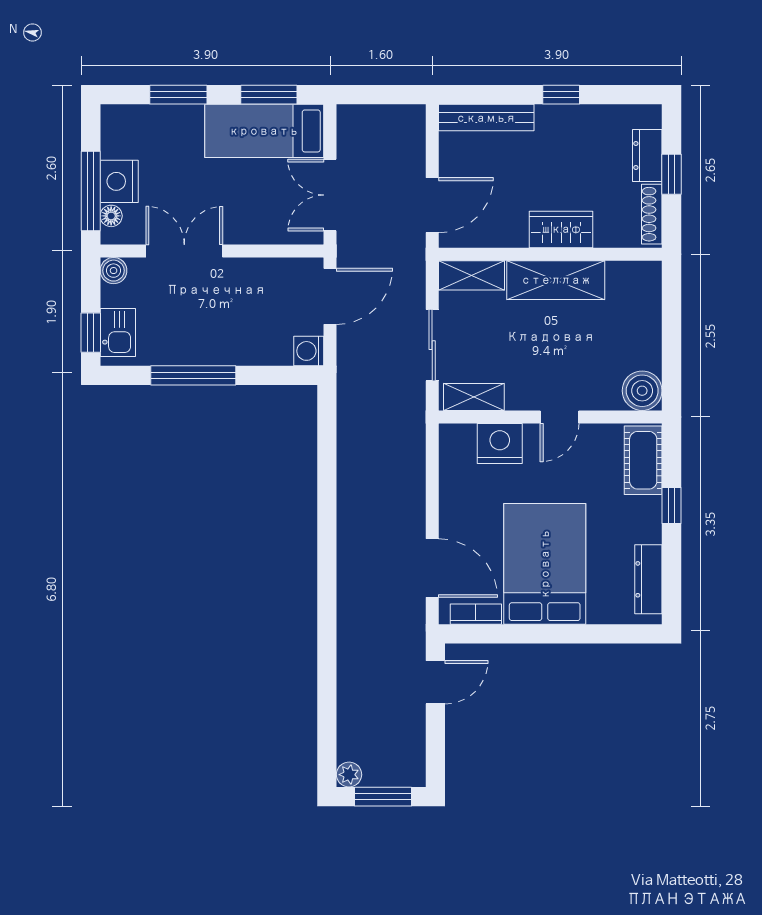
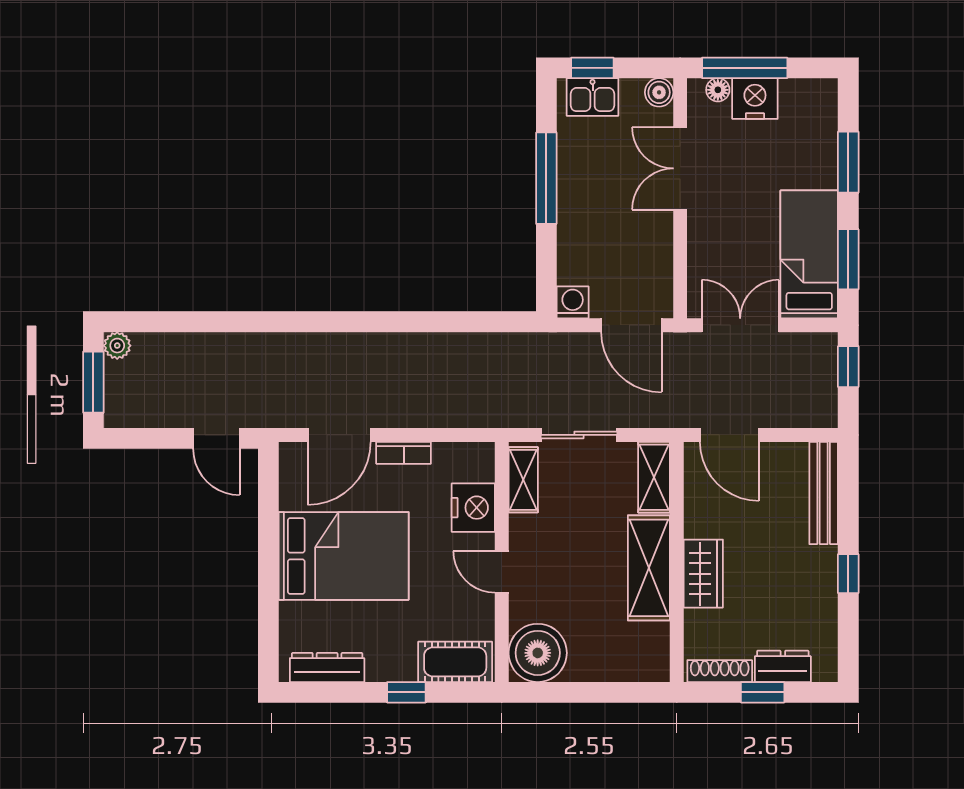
window: (369, 95) -> (848, 367), added
double door: (184, 251) -> (680, 168), swing flipped
boiler: (642, 391) -> (538, 653), width x1.37, depth x1.37
bookcase: (476, 614) -> (404, 453), moved, turned 90

